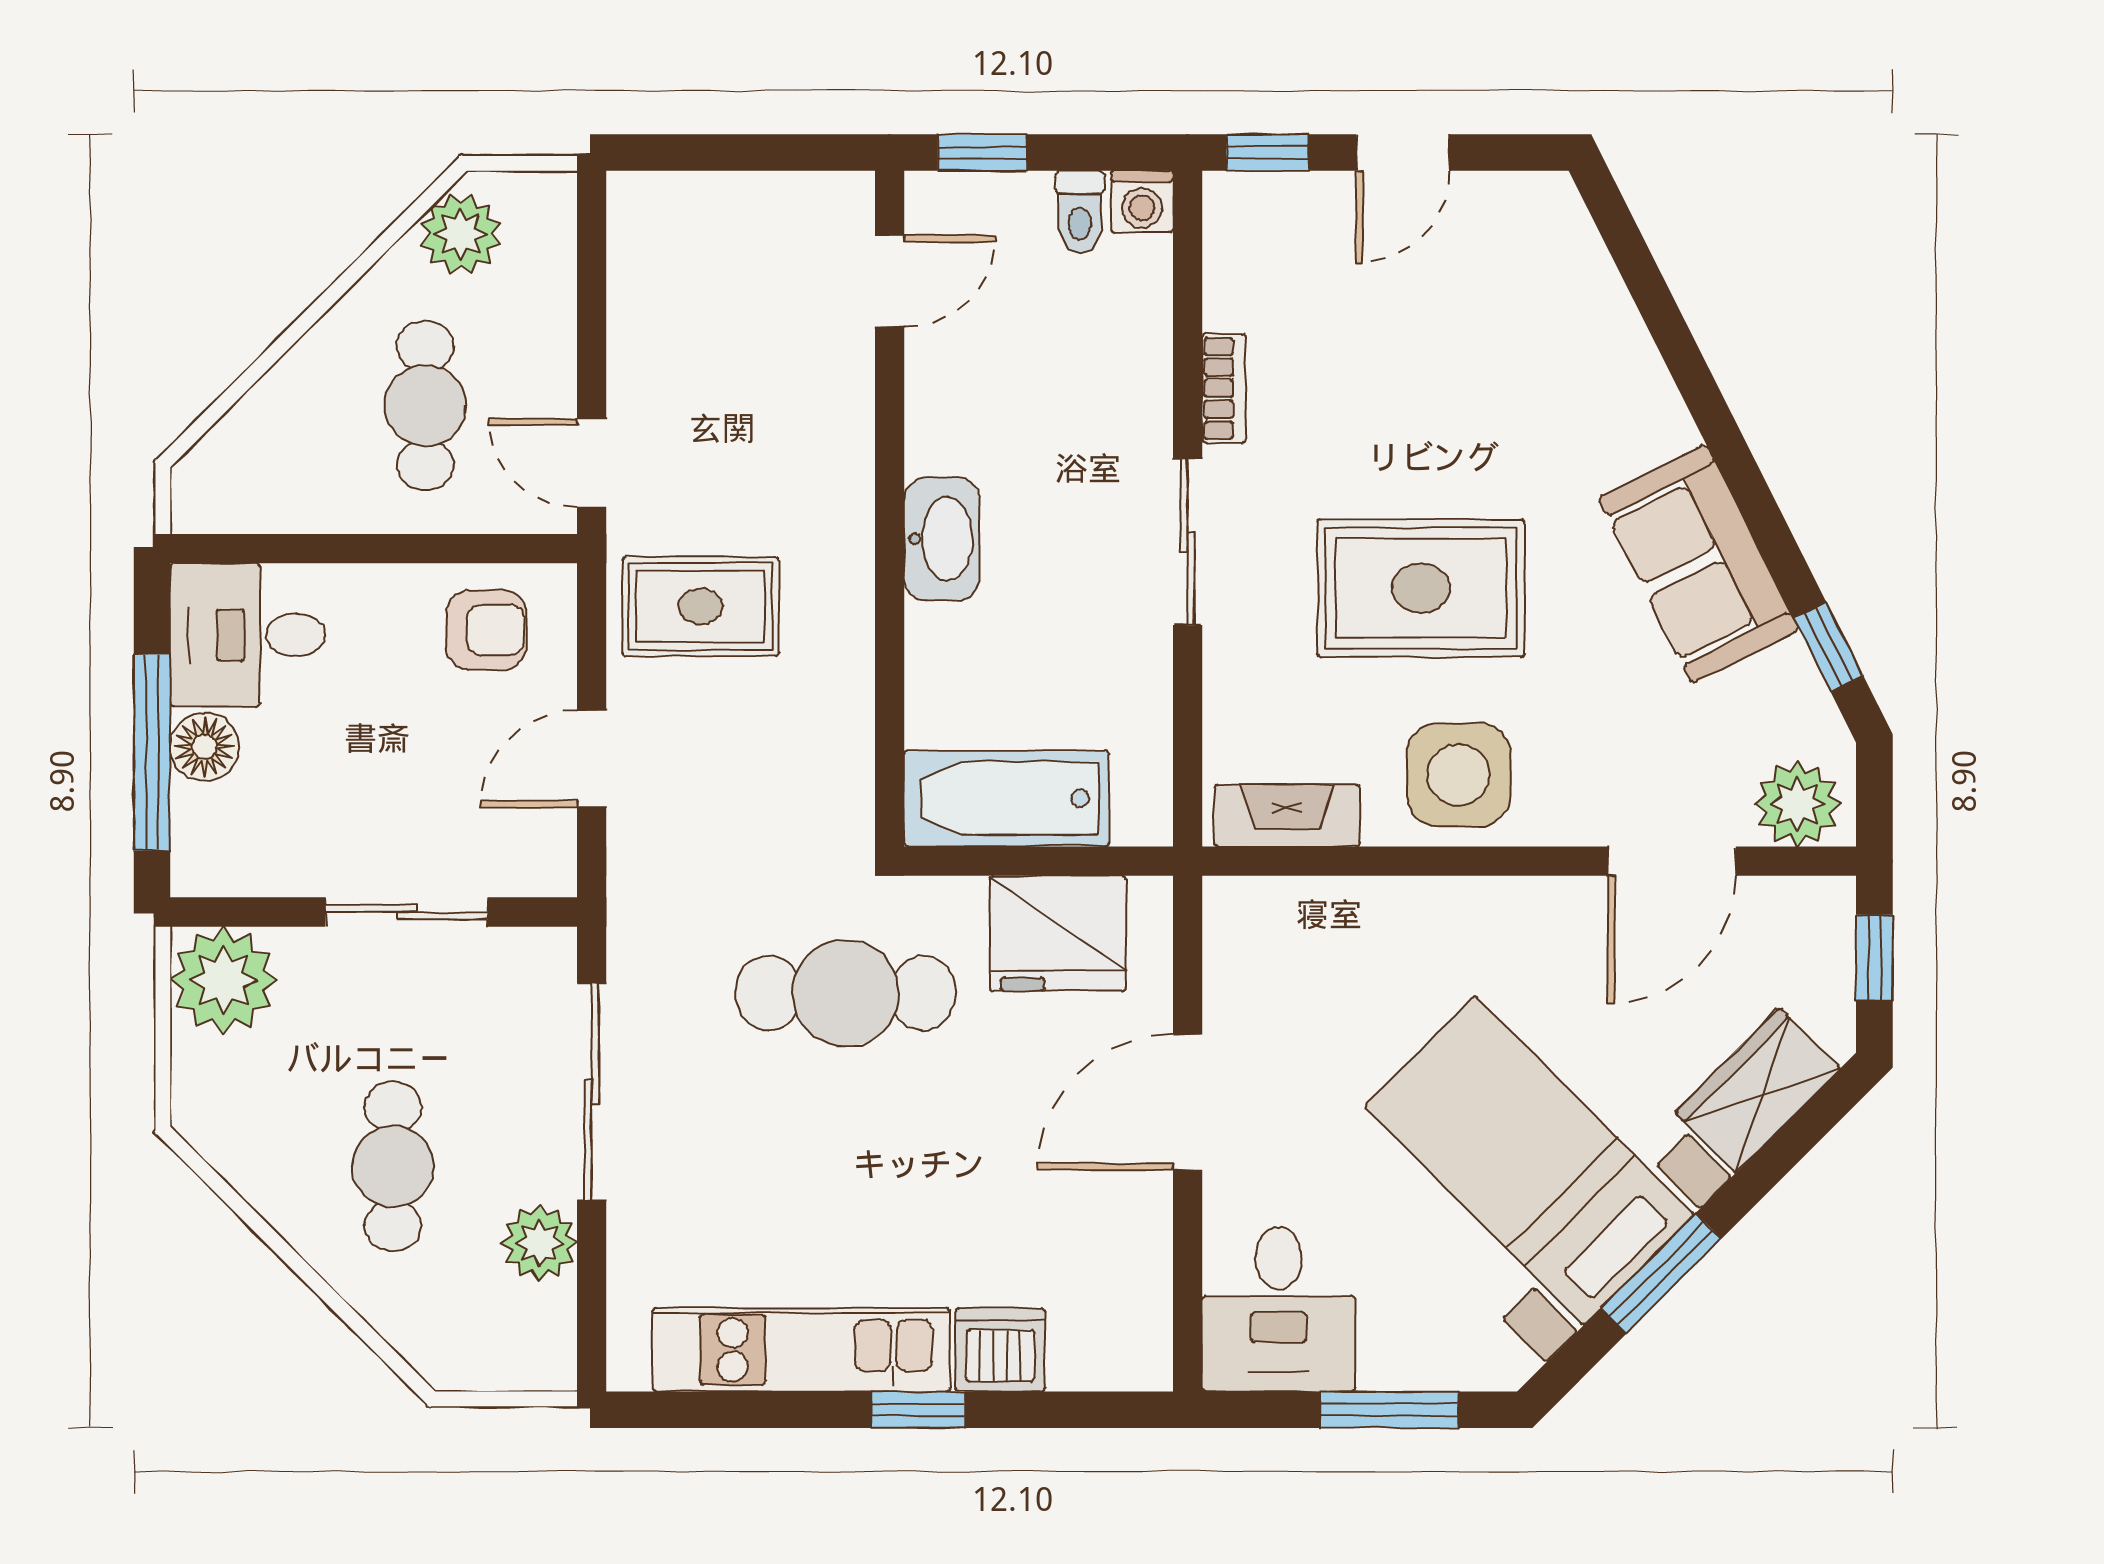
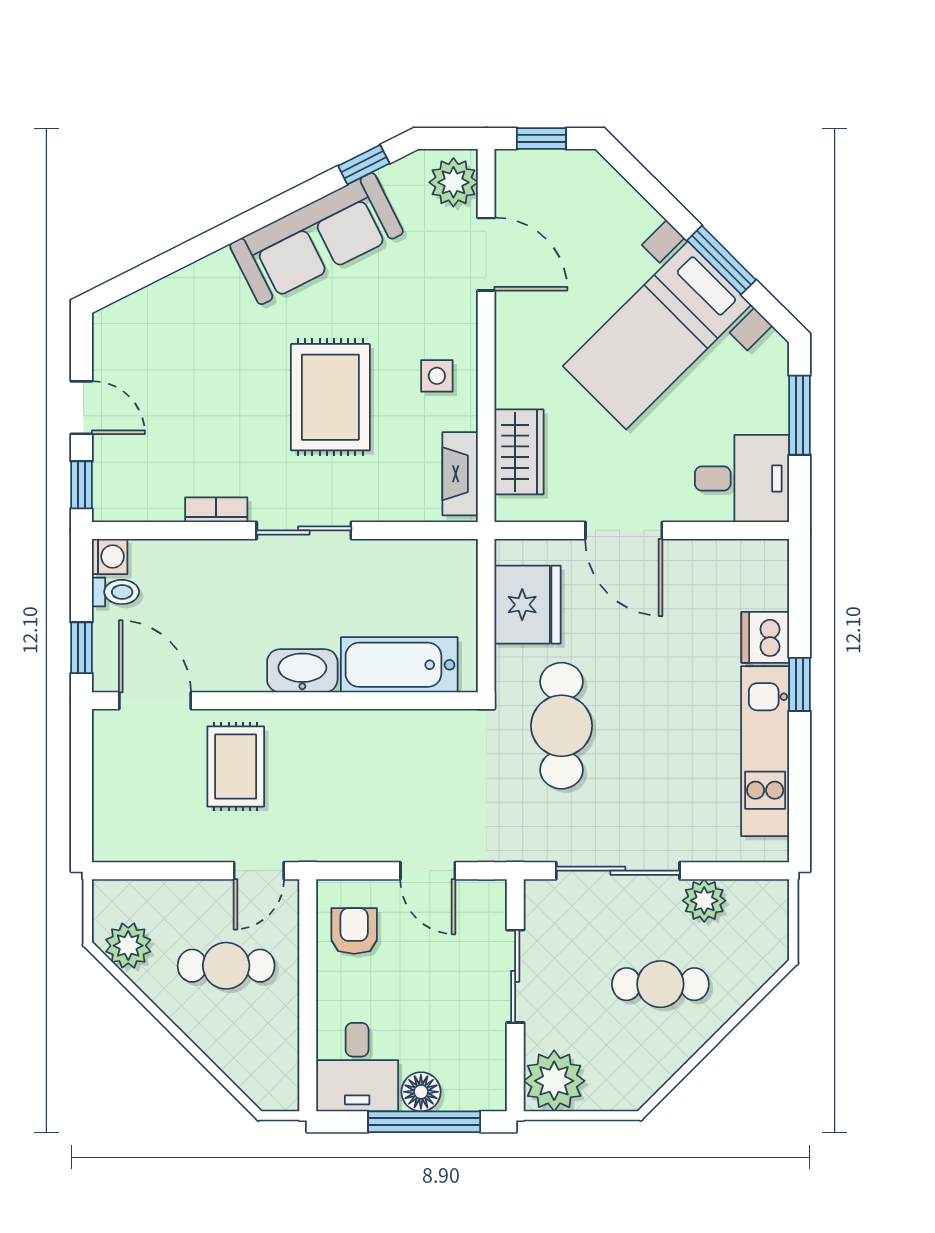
door: (890, 281) -> (155, 701), width x1.38
sofa: (1699, 564) -> (316, 239), width x1.36
rug: (700, 606) -> (236, 767), moved
side table: (1458, 775) -> (437, 376), width x0.54, depth x0.54
bathtub: (1006, 798) -> (399, 665), moved, turned 90
wardrobe: (1758, 1090) -> (519, 452), moved, turned -135

